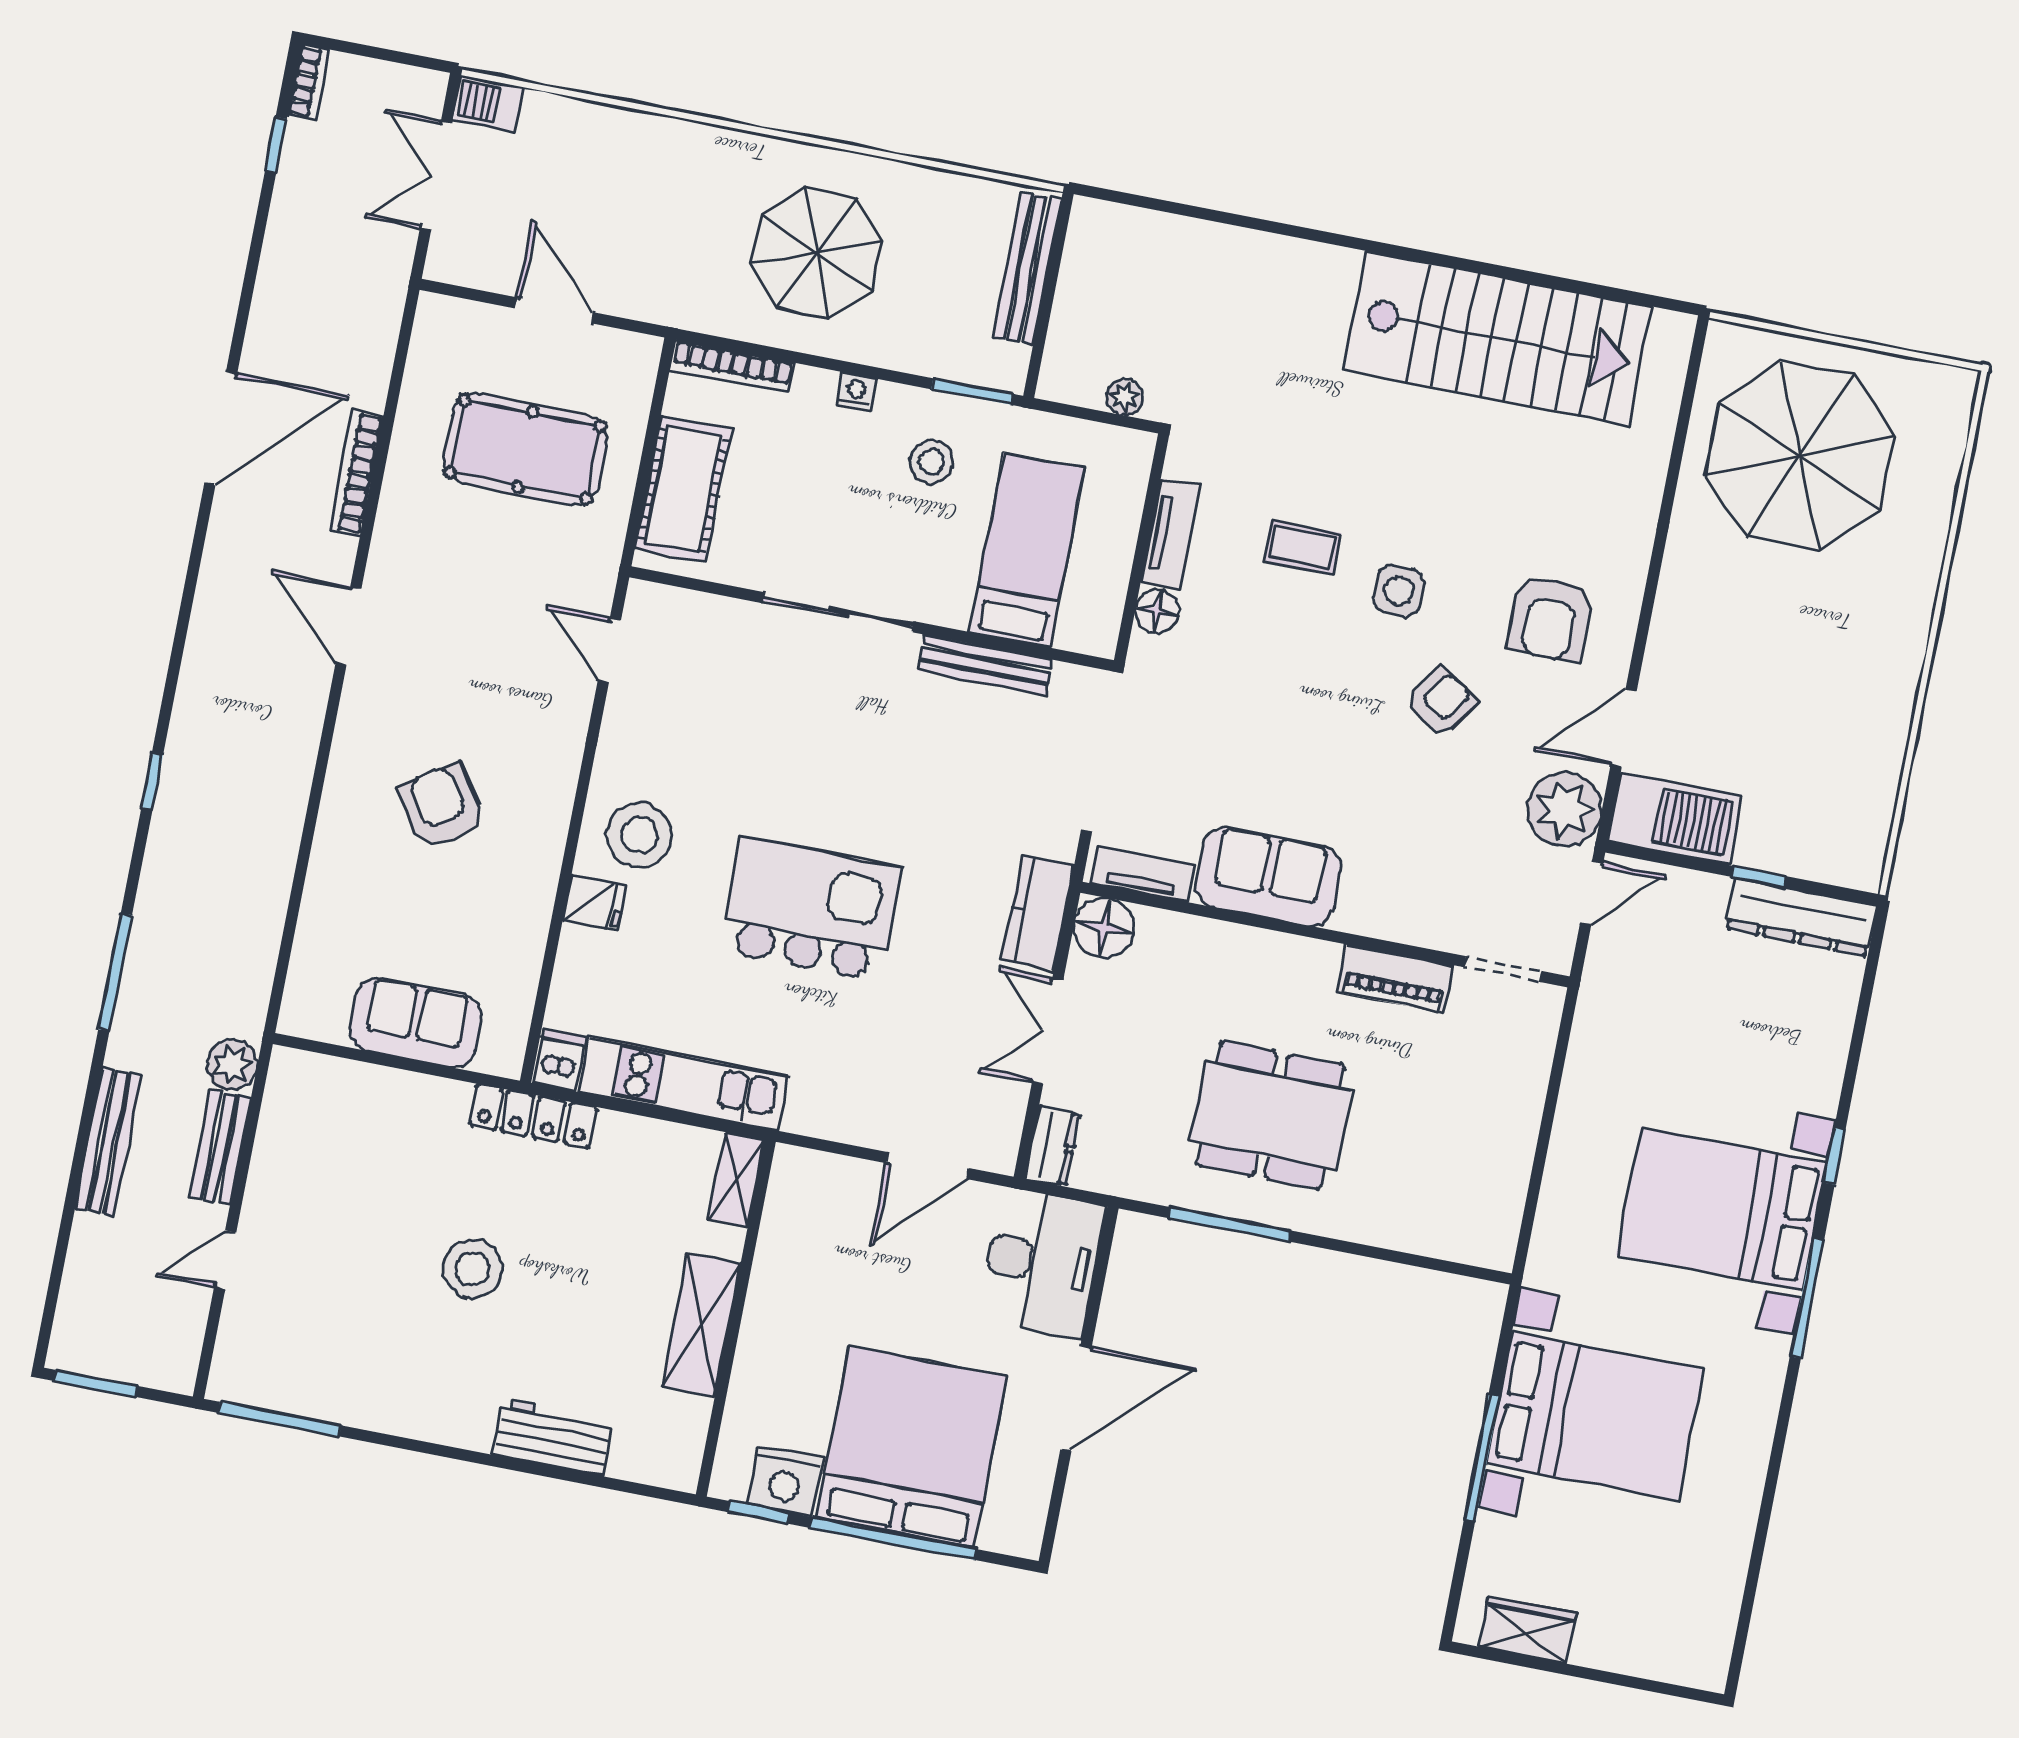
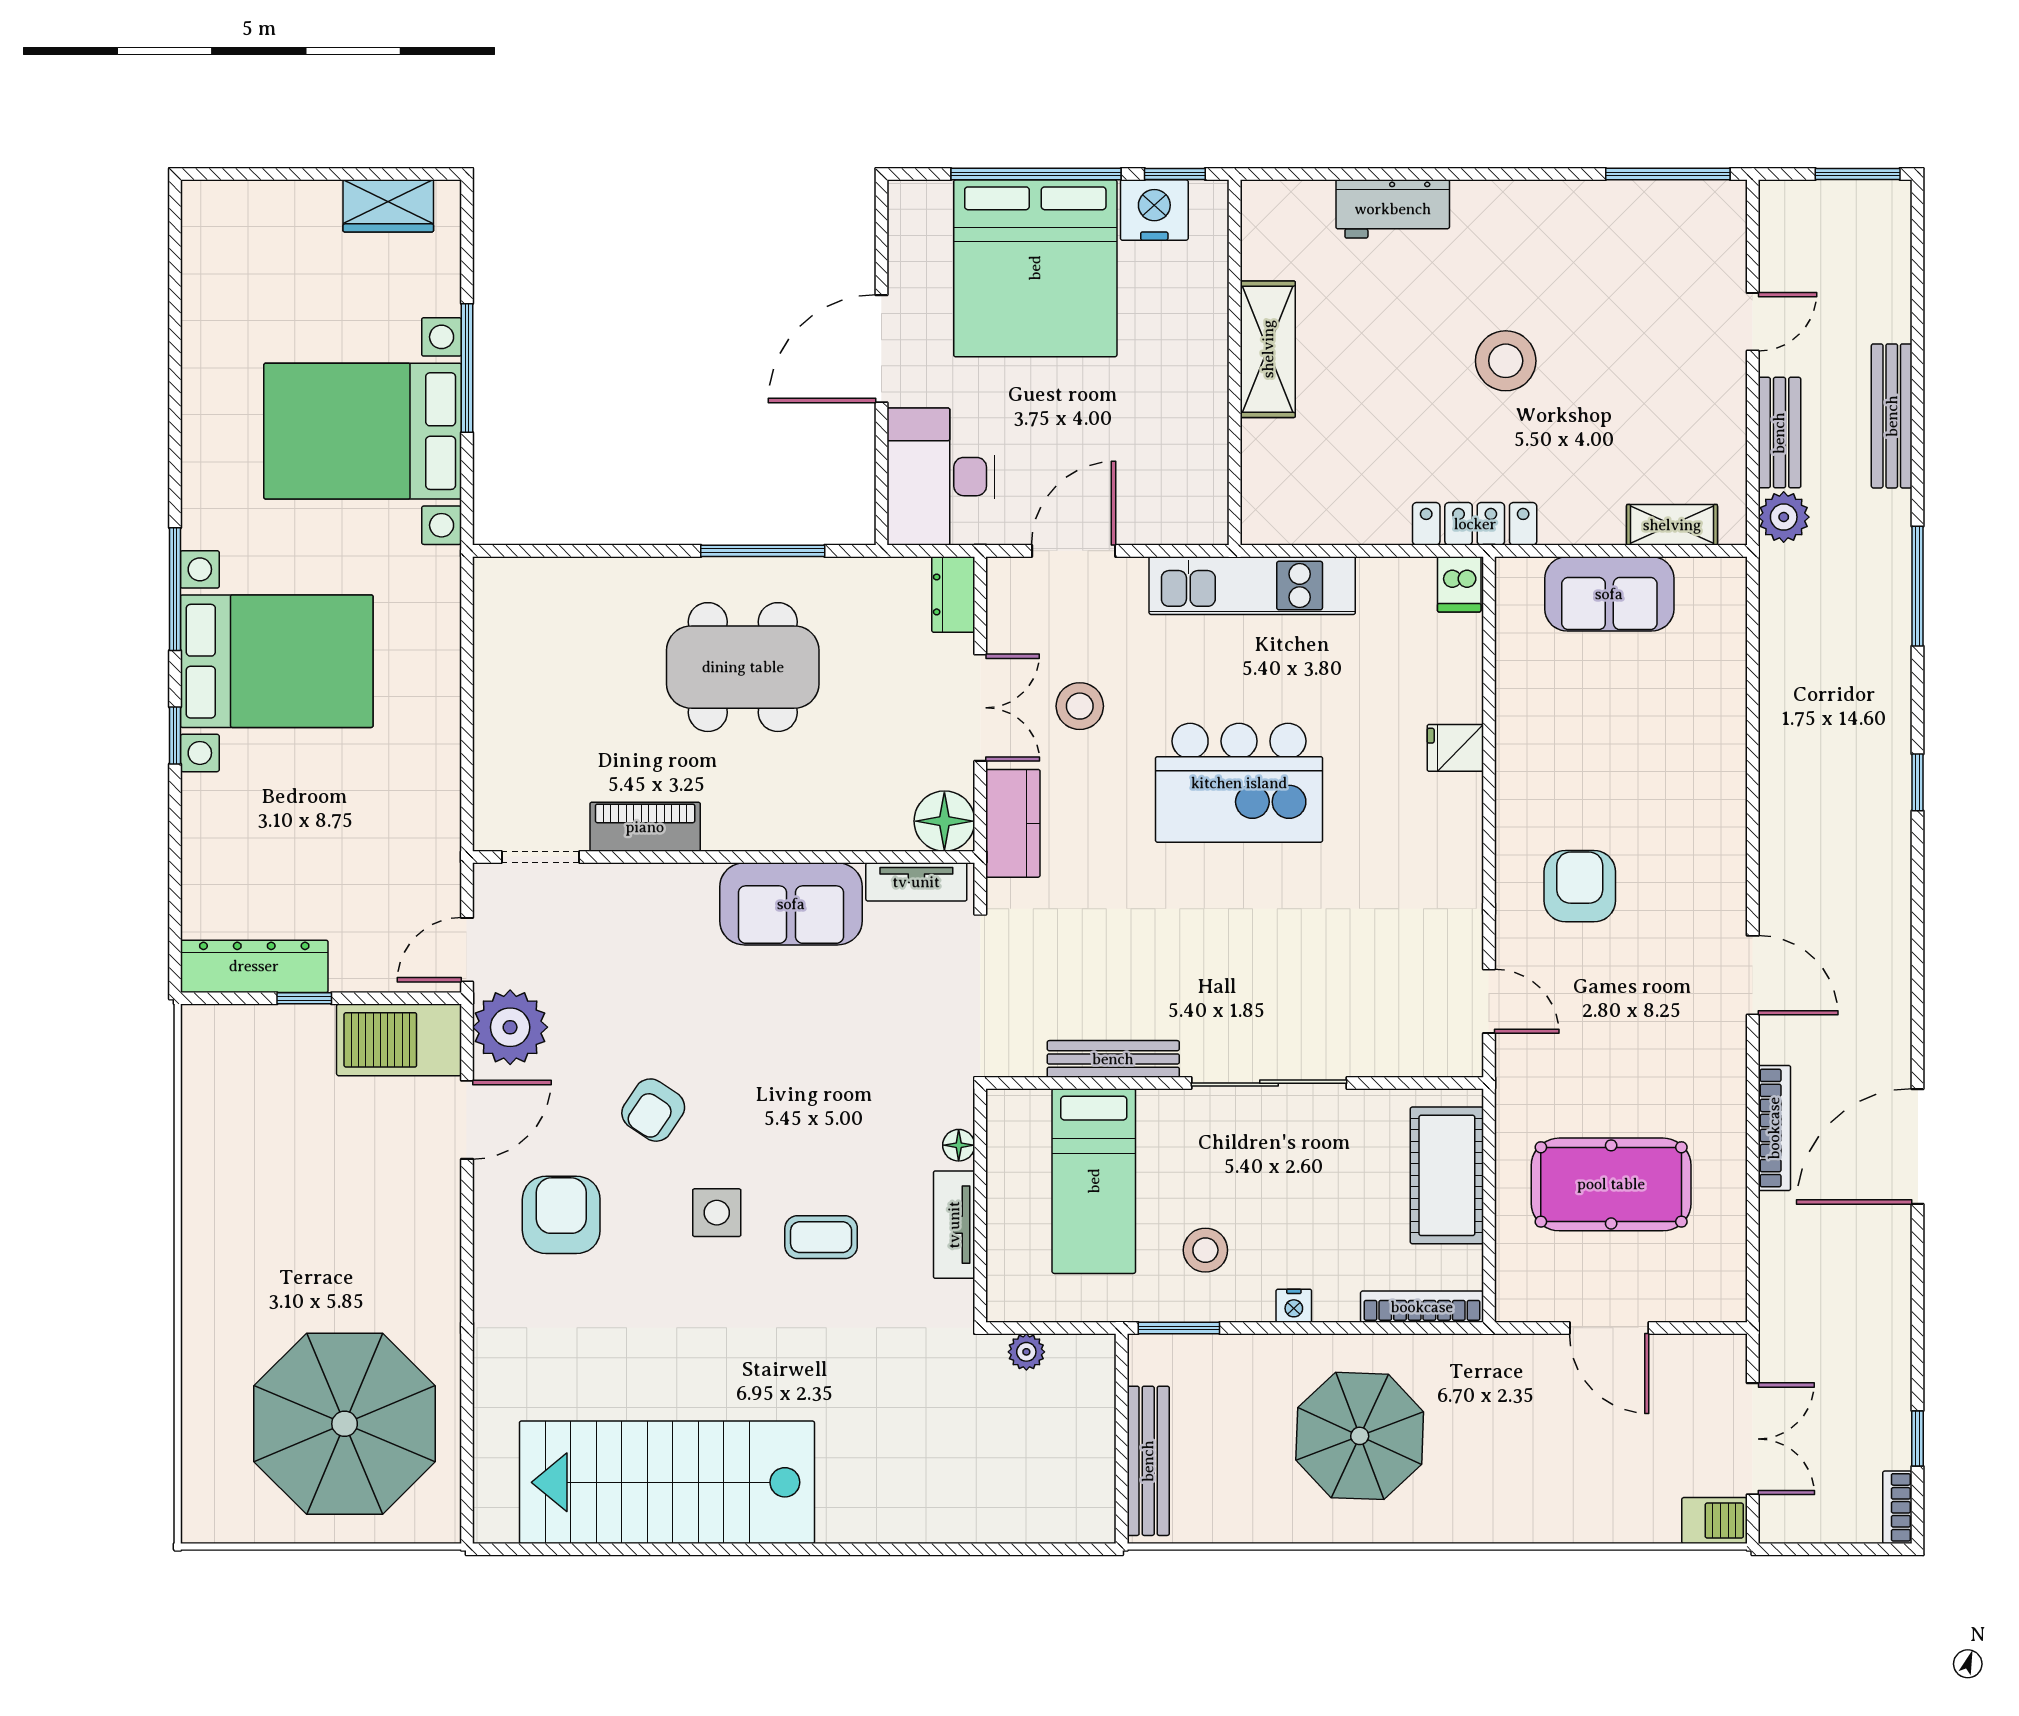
floor lamp: (1157, 612) -> (959, 1145), width x0.73, depth x0.73
armchair: (441, 807) -> (1580, 886), moved, turned -146
stool: (639, 835) -> (1080, 706), moved, width x0.73, depth x0.73
kitchen unit: (684, 1083) -> (1252, 586), moved
shelving: (736, 1180) -> (1672, 525), moved, turned 90

